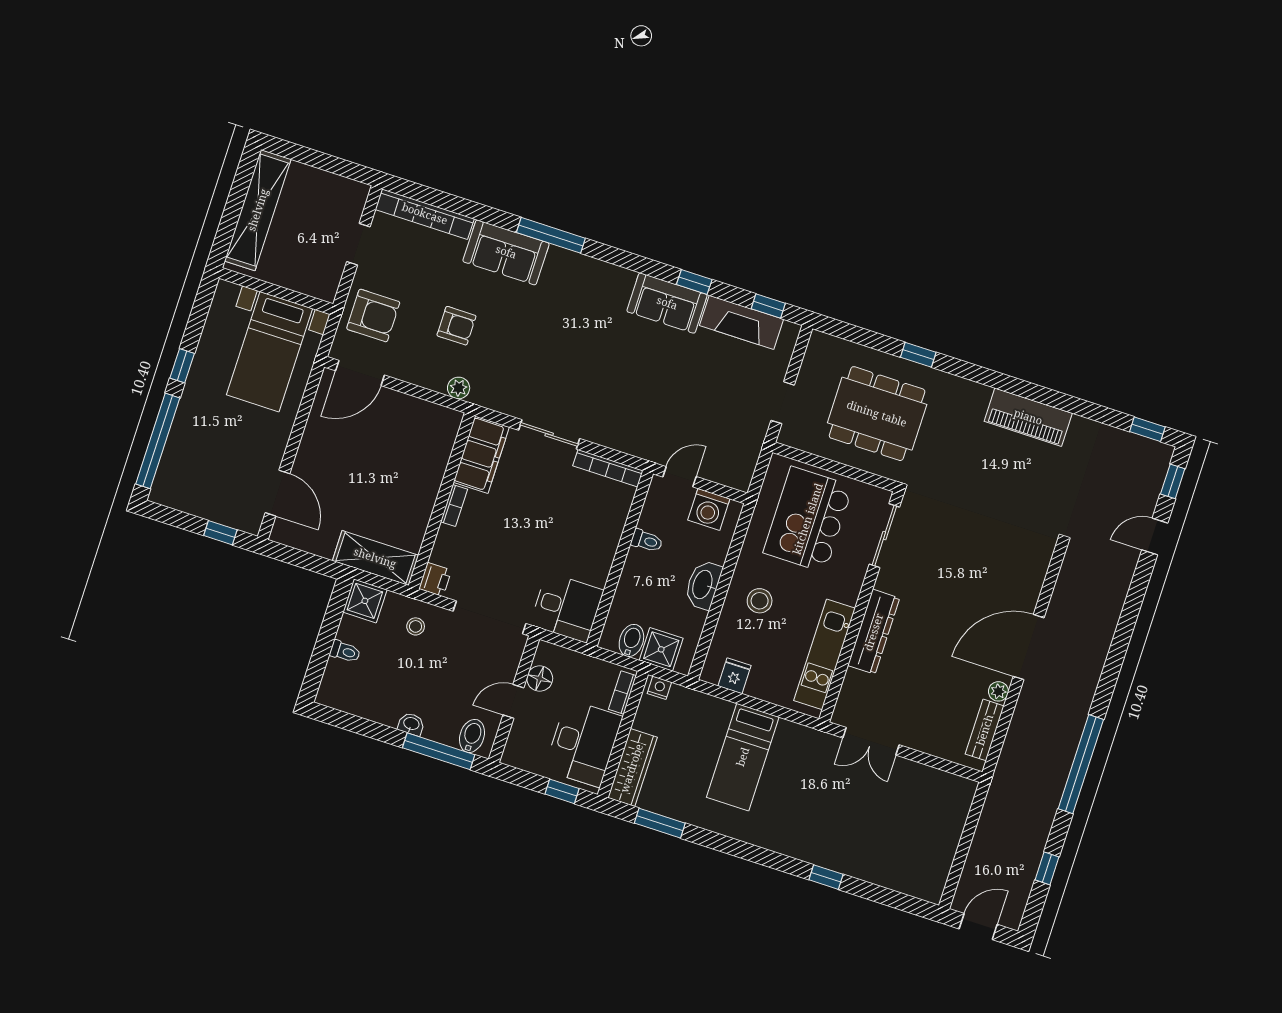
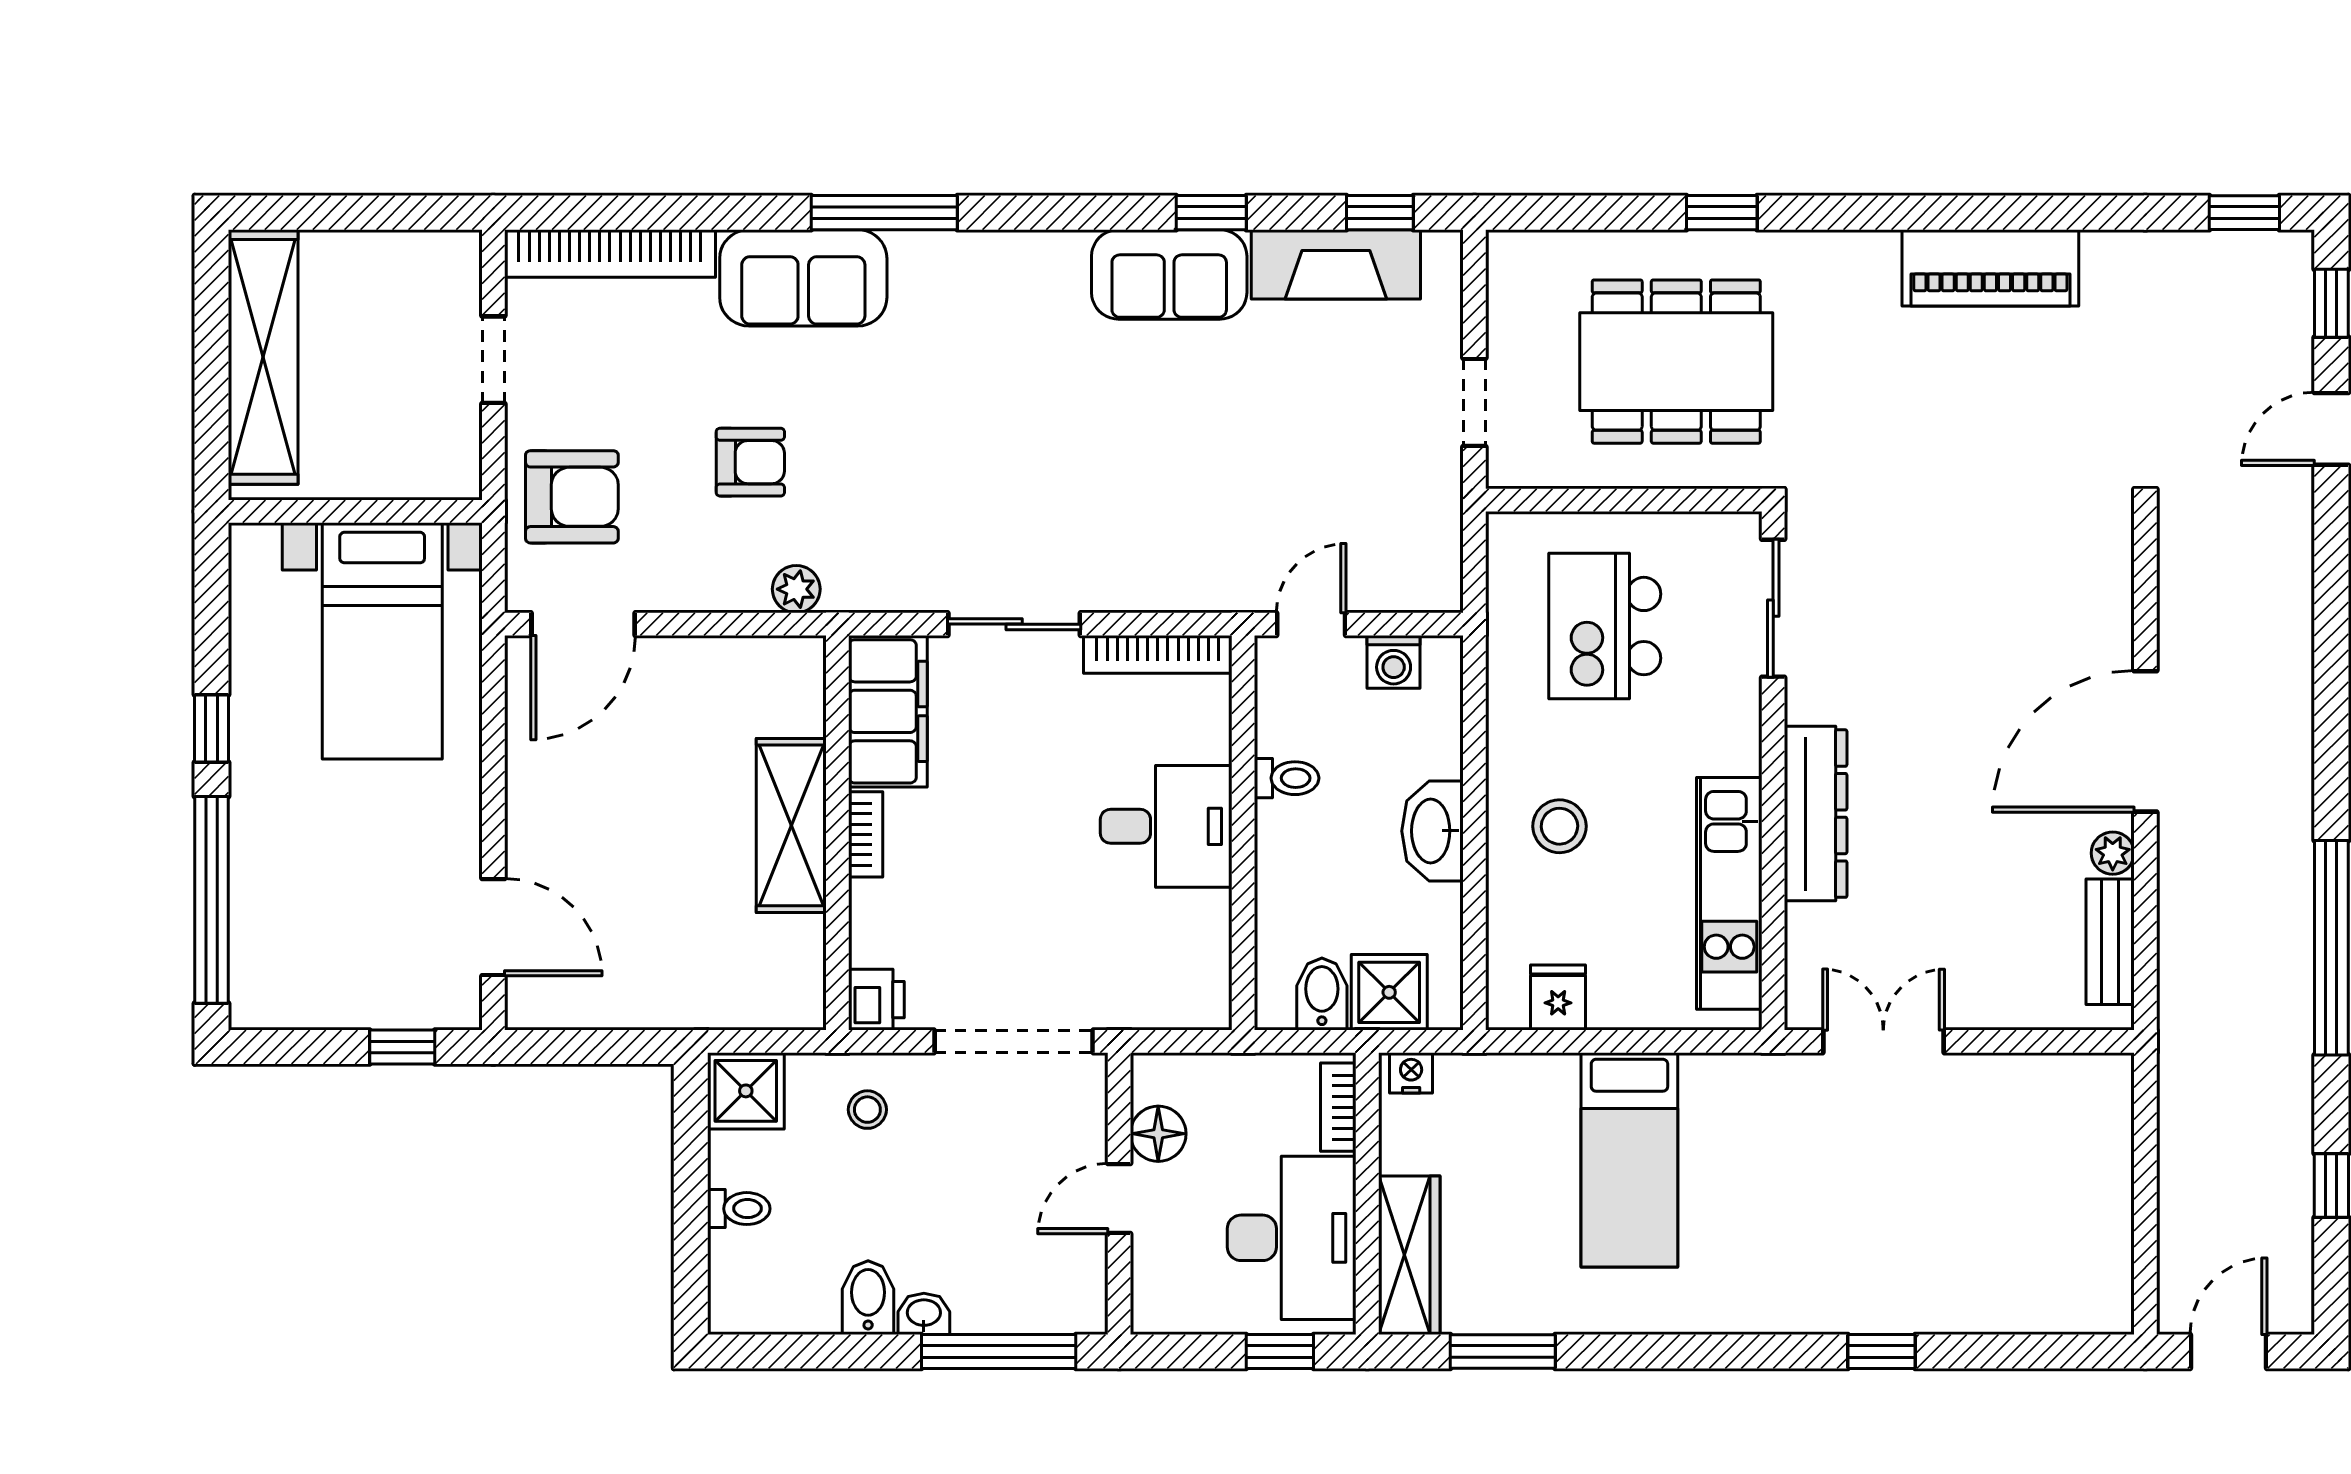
washing machine: (709, 509) -> (1394, 662), width x0.73, depth x0.73
kitchen island: (808, 519) -> (1605, 626), width x0.73, depth x0.78
shelving: (375, 558) -> (791, 825), moved, turned 90
desk: (567, 607) -> (1166, 826), moved
bidet: (472, 736) -> (868, 1298), moved
double door: (871, 741) -> (1883, 1041), swing flipped

